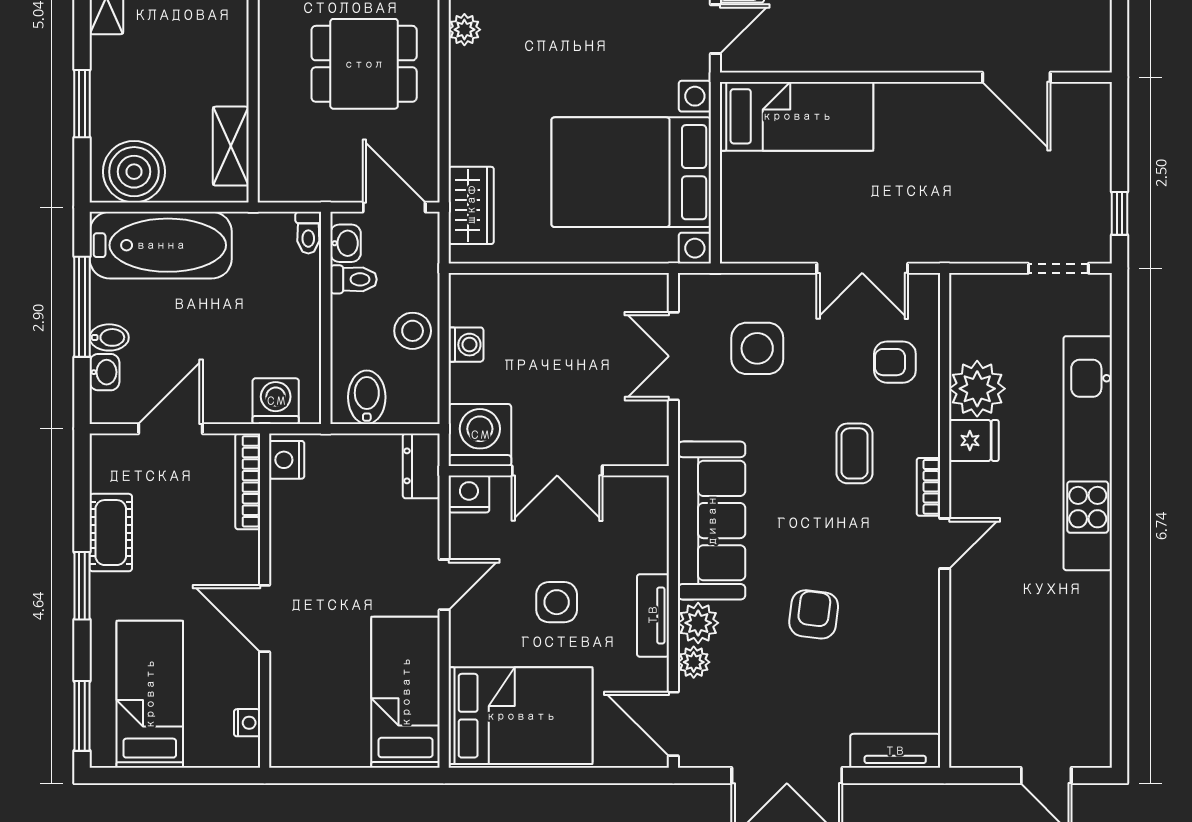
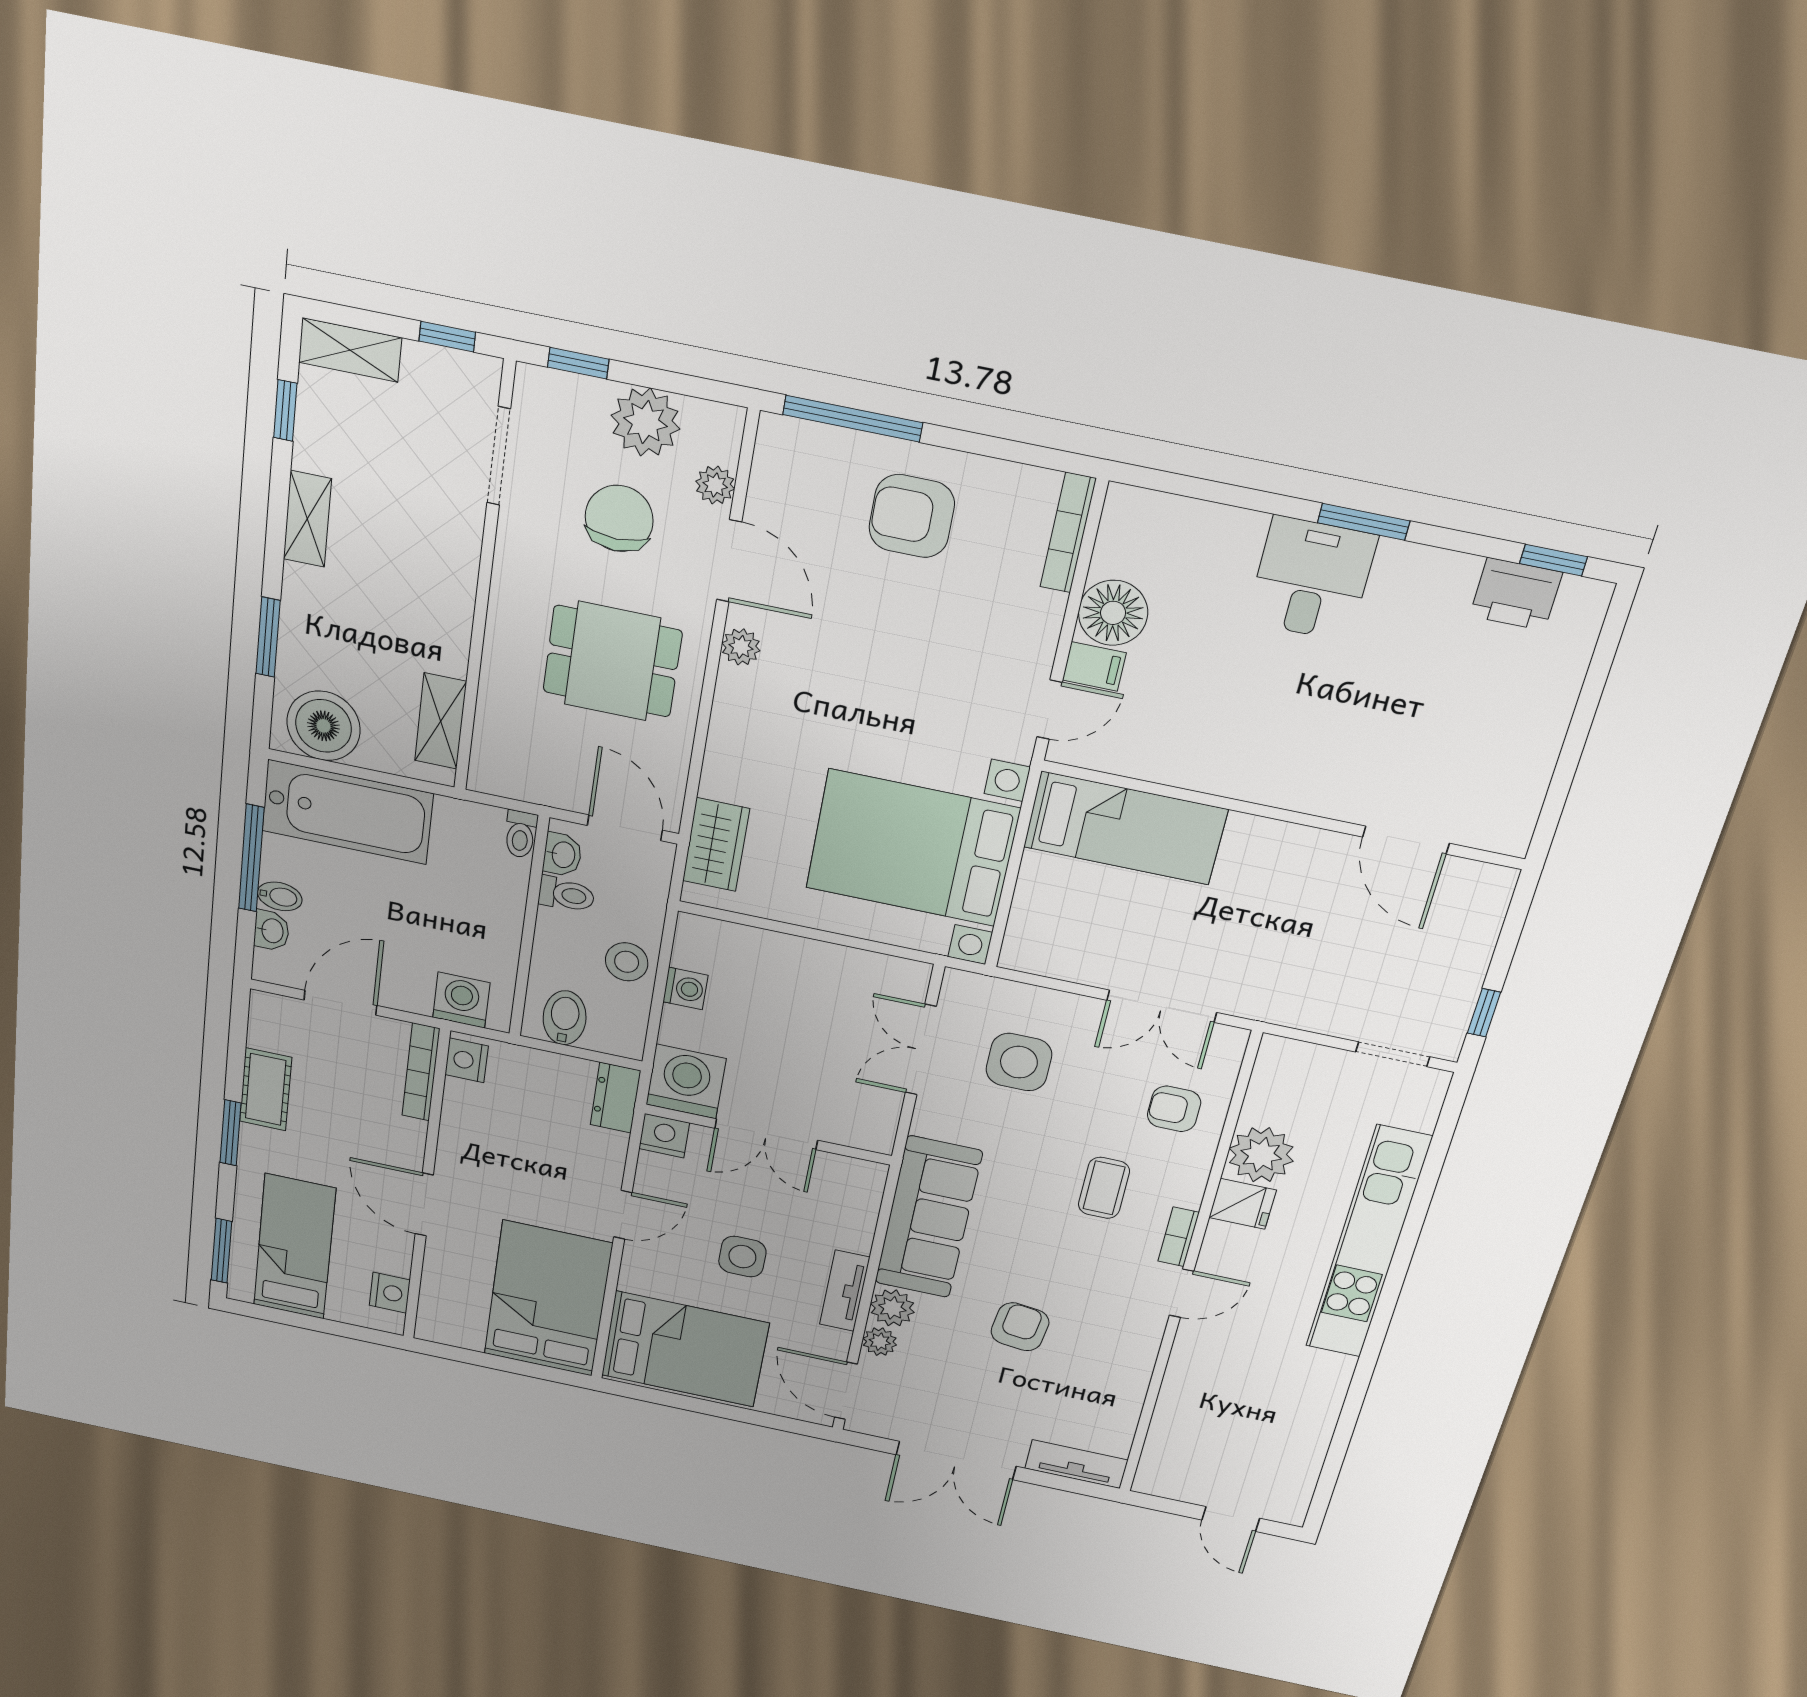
bed: (406, 692) -> (548, 1299), width x1.50
nightstand: (247, 723) -> (390, 1293), width x1.39, depth x1.35

